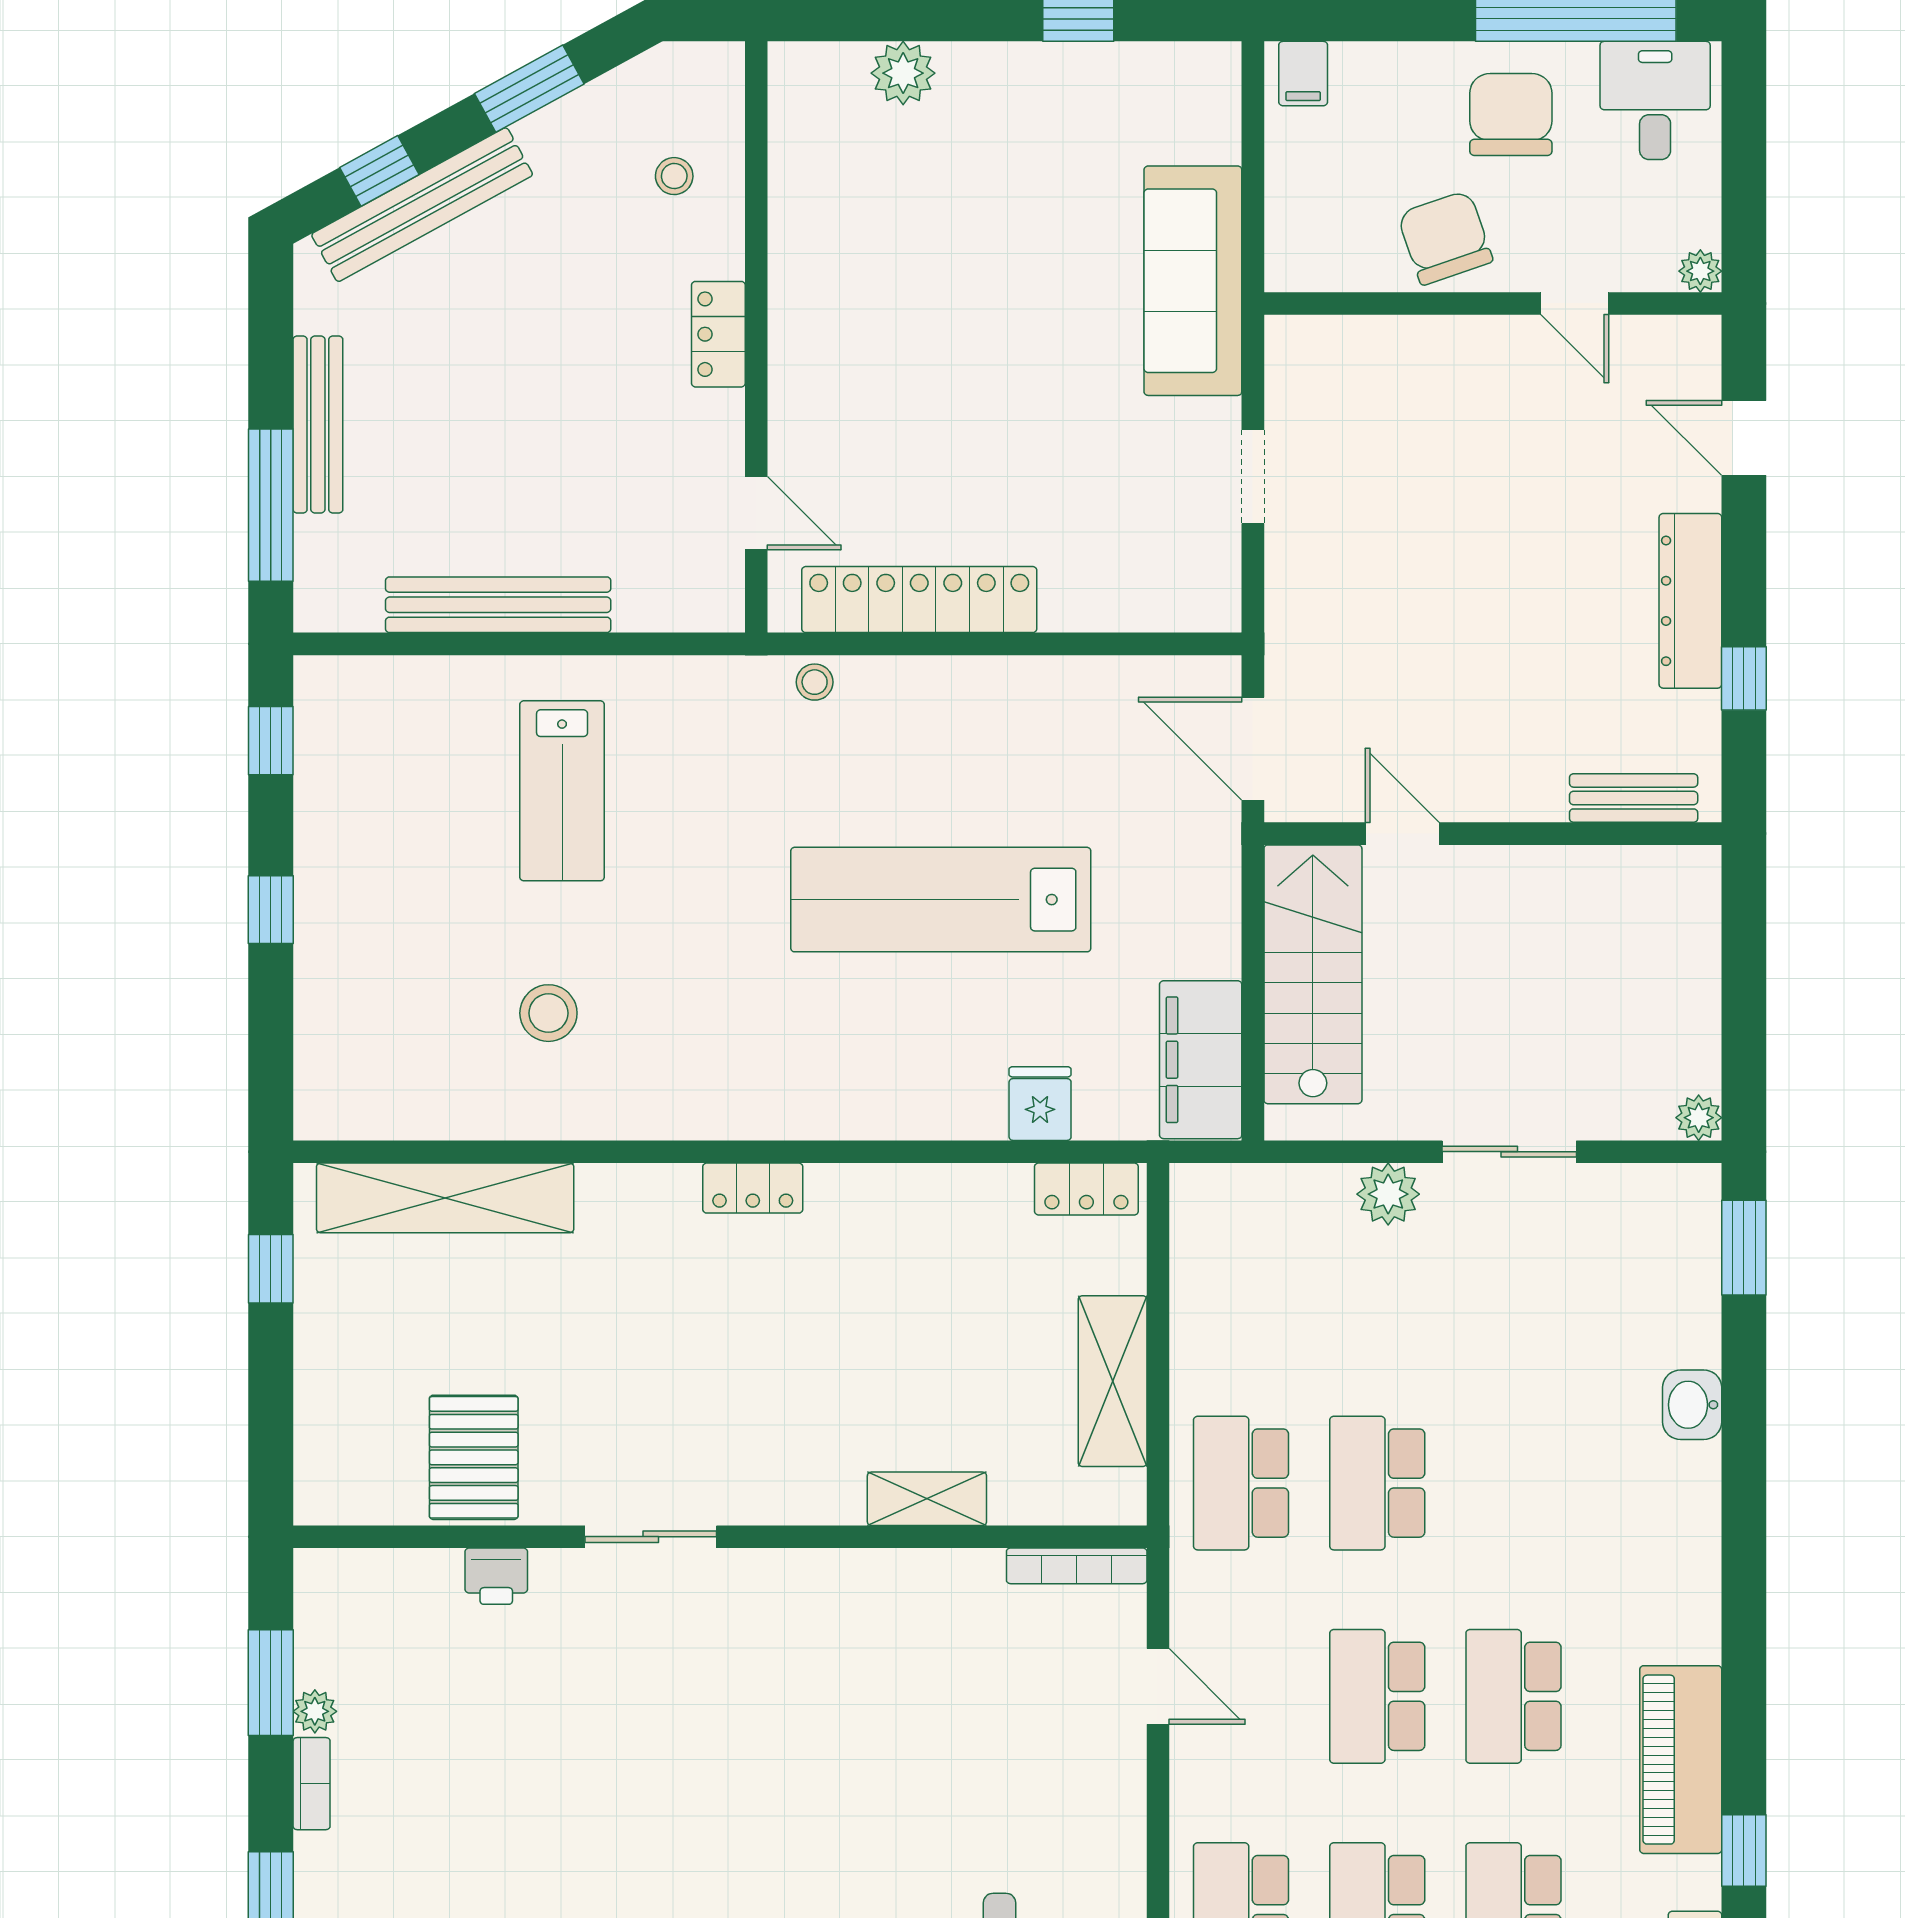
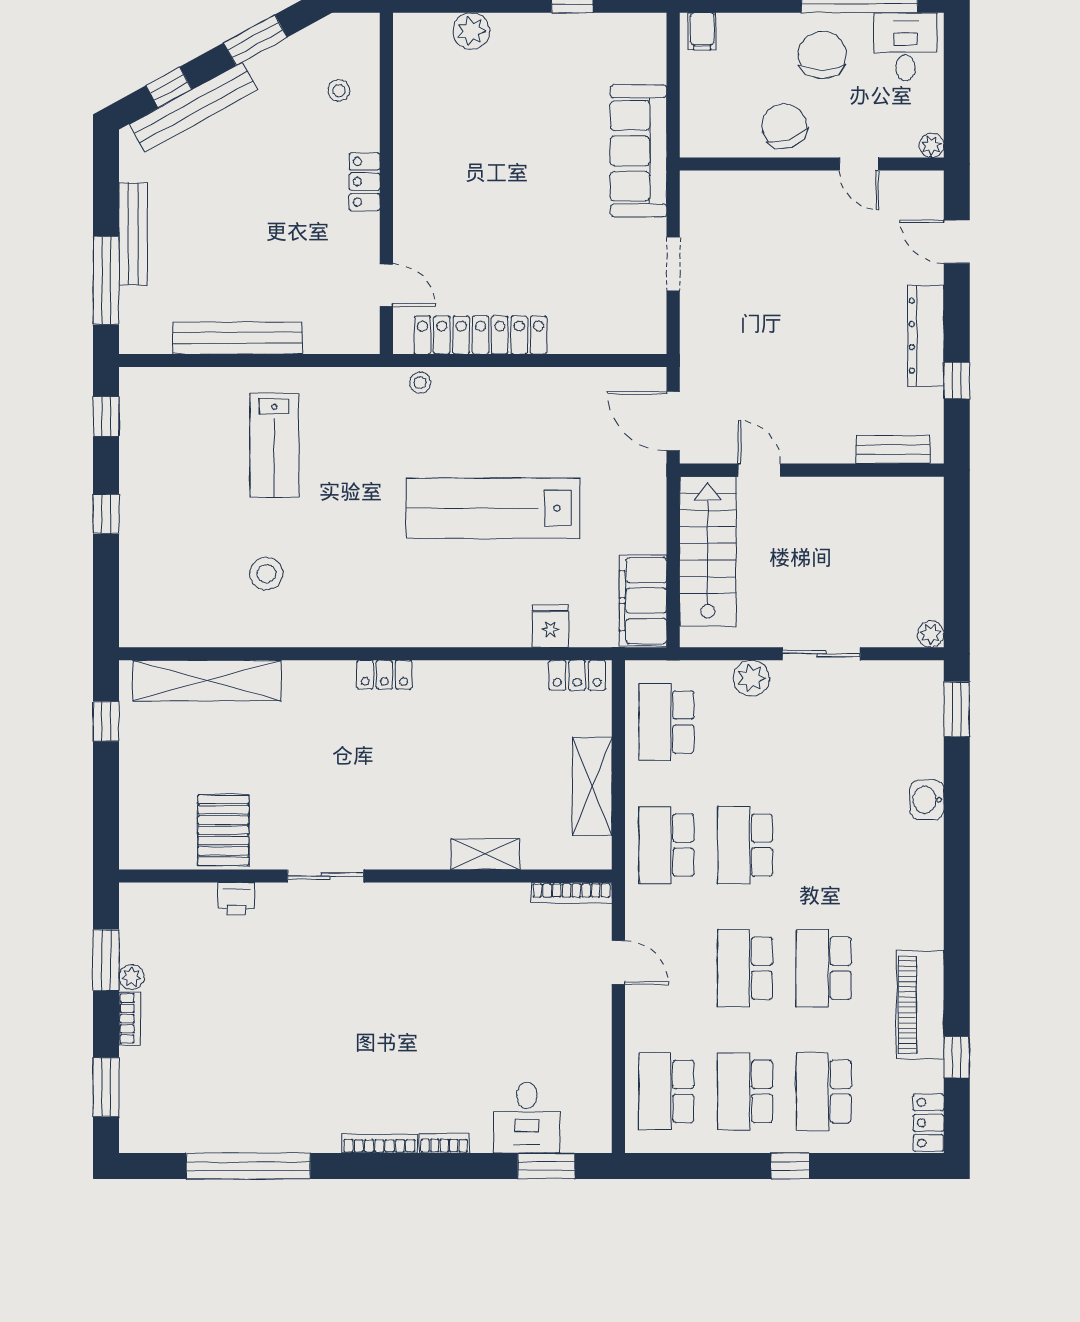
school desk: (1241, 1270) -> (666, 722), added

